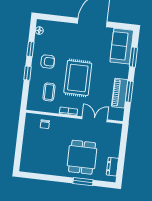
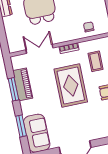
double door: (95, 119) -> (39, 49), swing flipped

